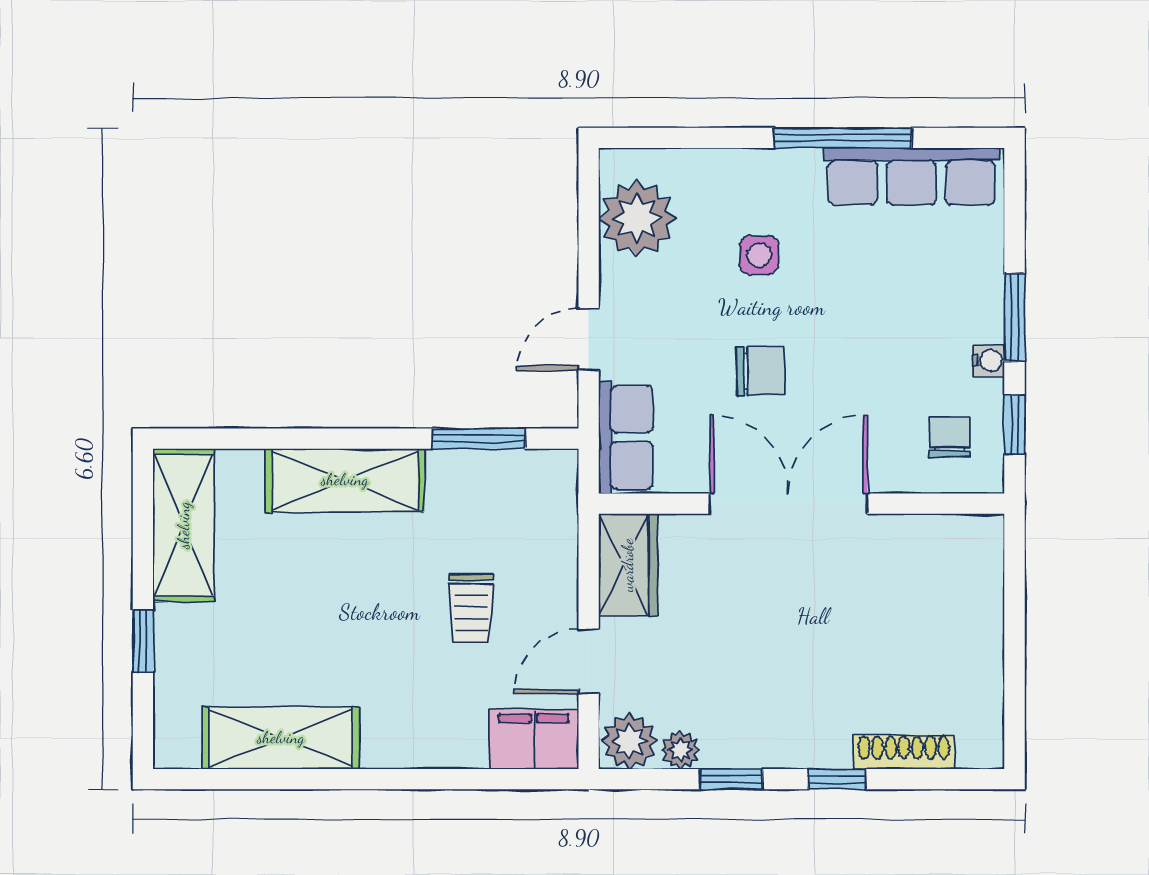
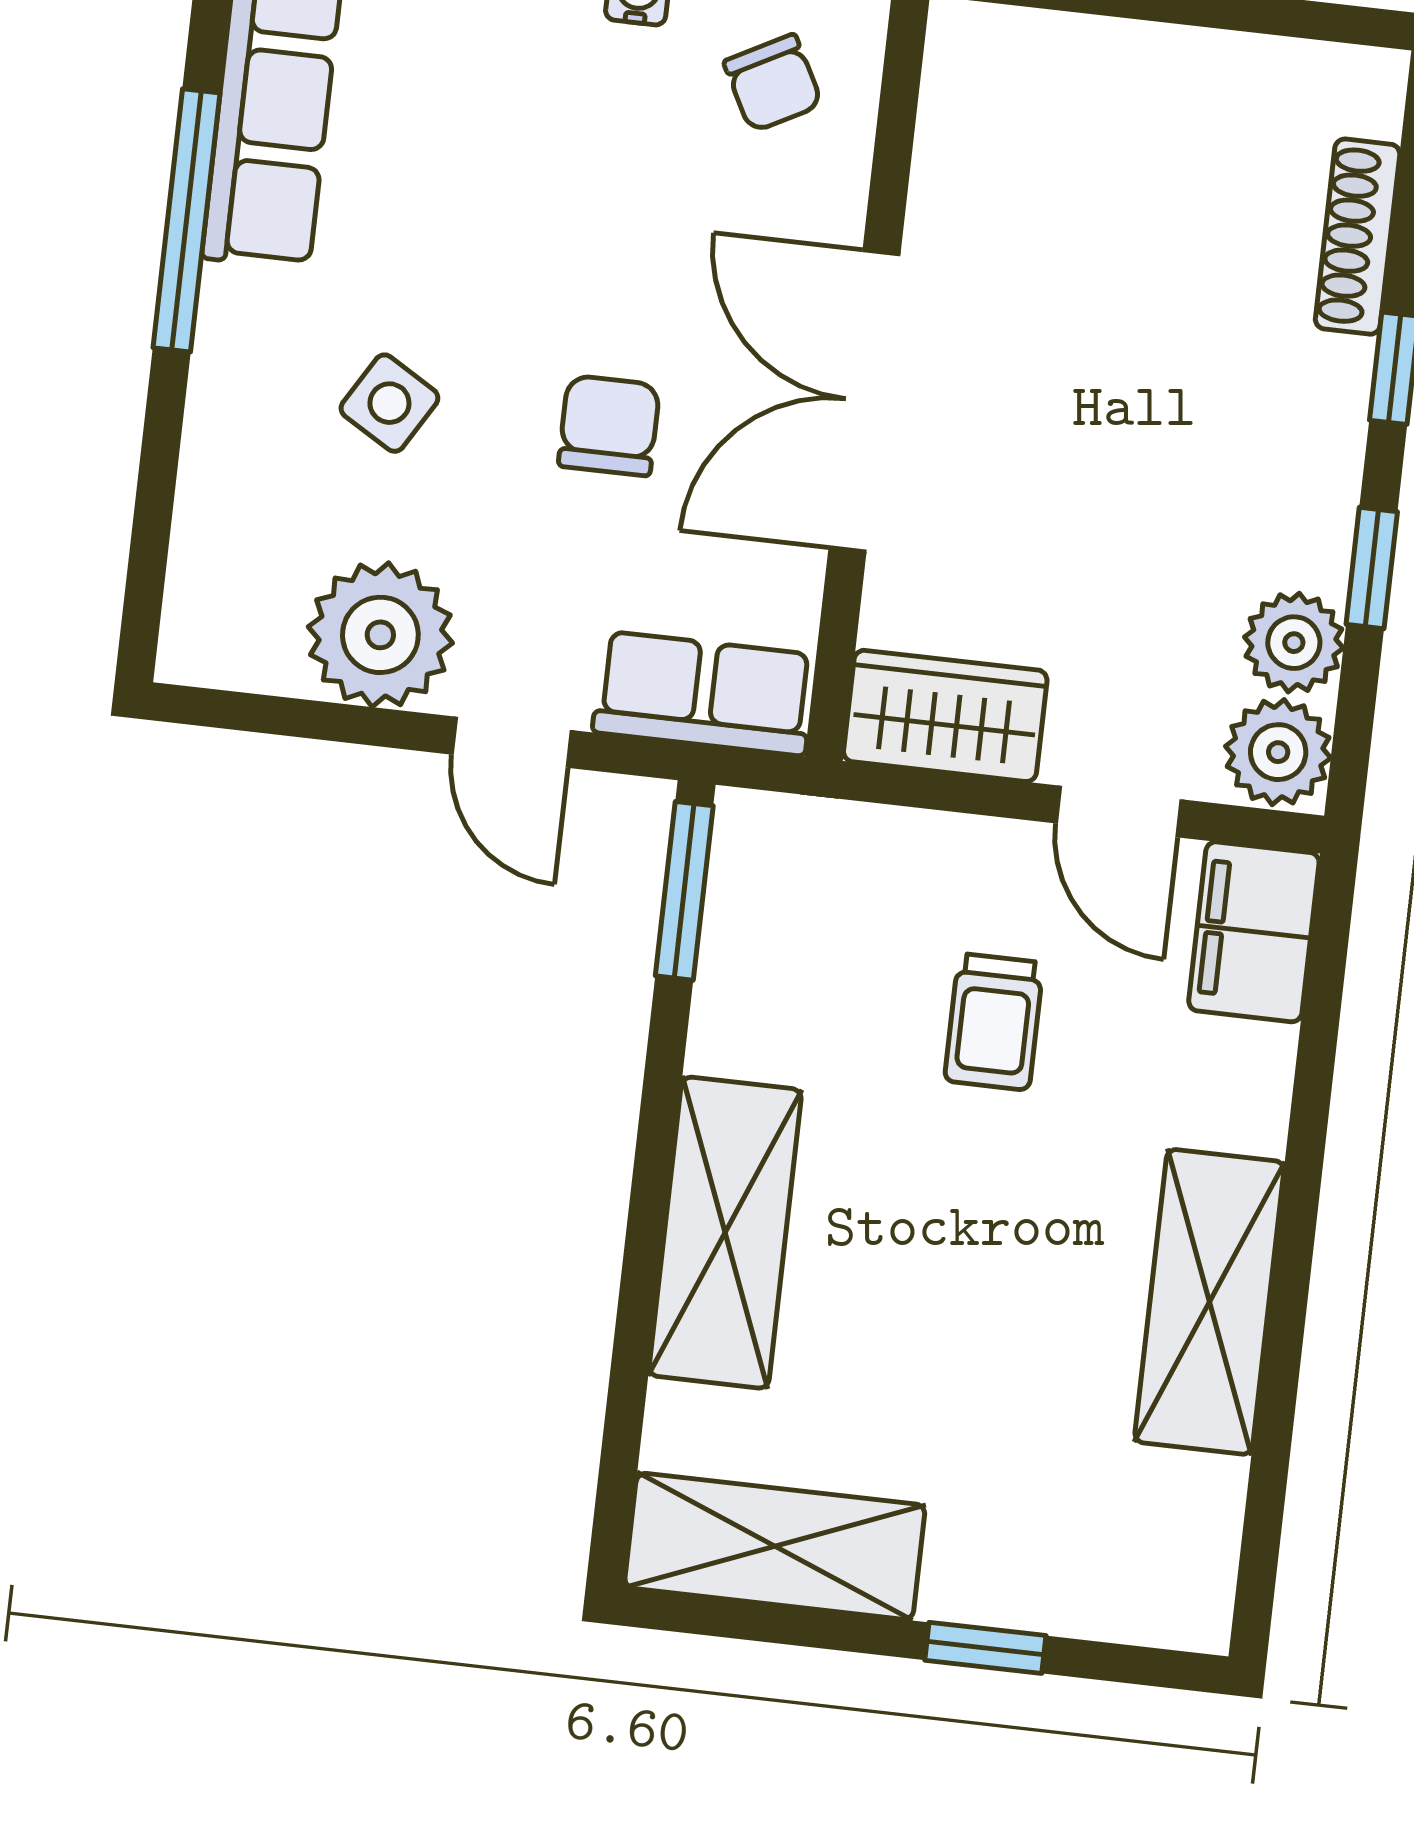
plant: (637, 218) -> (380, 635), moved
side table: (759, 255) -> (389, 403), turned 31
chair: (949, 437) -> (773, 83), turned -118
window: (479, 439) -> (684, 891), moved
trolley: (471, 608) -> (994, 1022), turned 90
shelving: (281, 738) -> (1209, 1302), moved
plant: (680, 750) -> (1294, 643), width x1.38, depth x1.38

